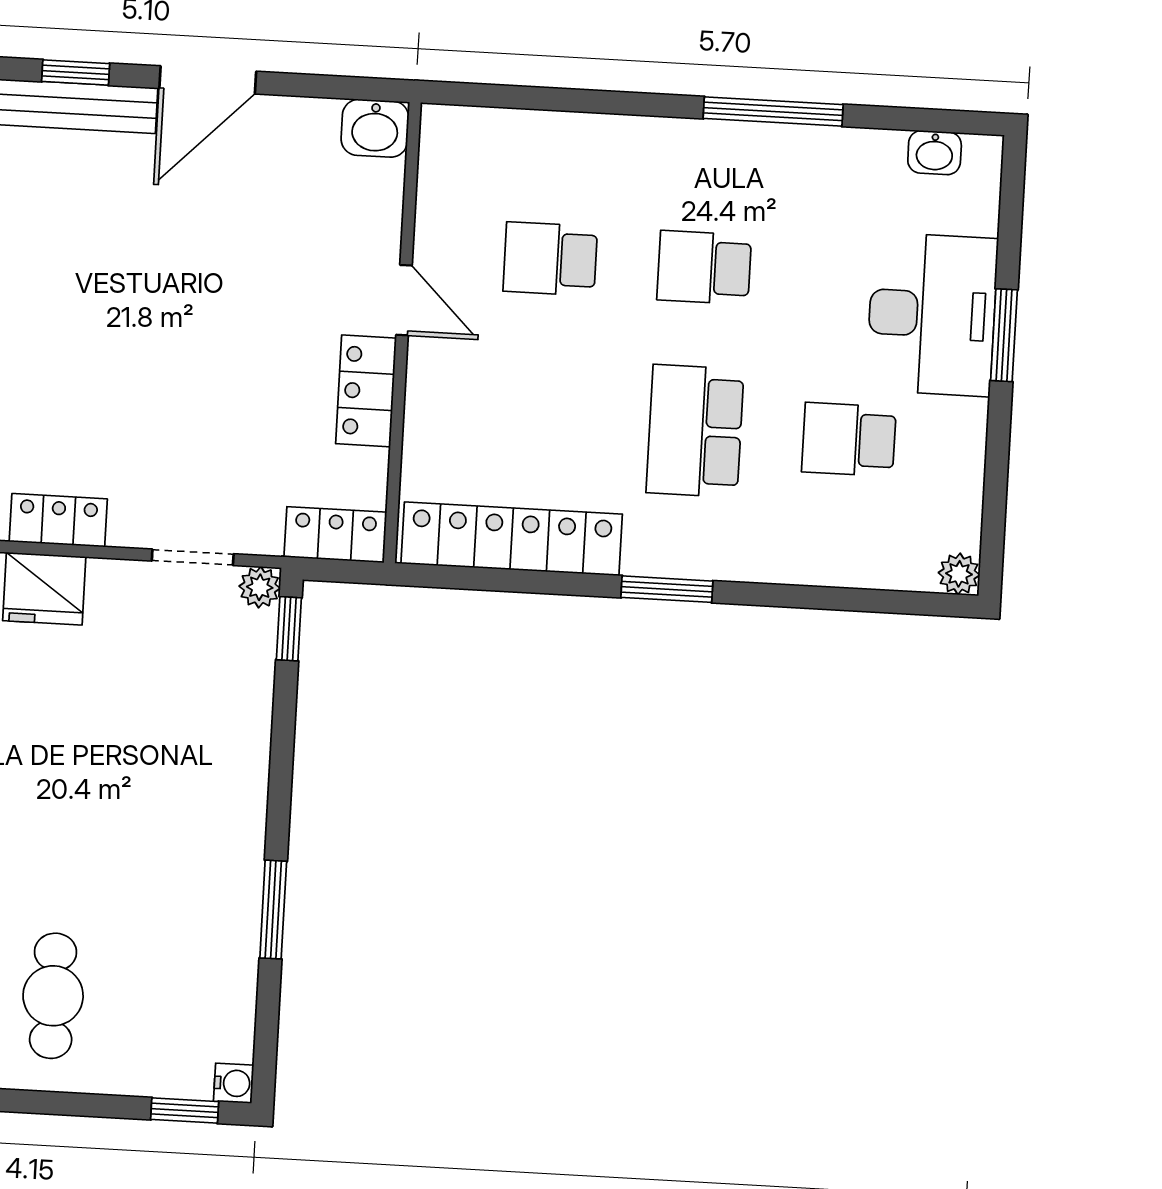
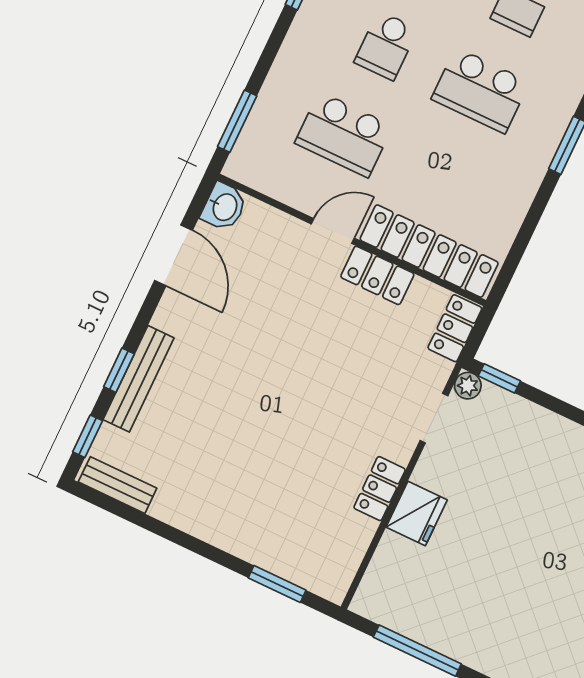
door: (208, 80) -> (173, 255), moved
window: (507, 97) -> (237, 121), added
school desk: (550, 259) -> (344, 135), width x1.85
locker: (512, 539) -> (429, 251), moved, turned 90

